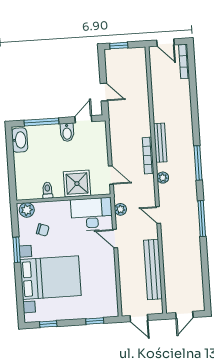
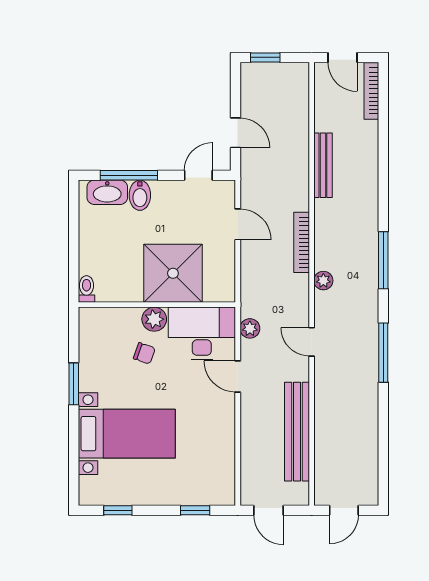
bidet: (67, 132) -> (140, 195), moved
washbasin: (20, 140) -> (107, 192), moved, turned 90
bench: (160, 143) -> (323, 165), moved
door: (111, 175) -> (238, 224), moved
shower: (77, 184) -> (173, 273), width x1.37, depth x1.37
toilet: (47, 190) -> (87, 289), moved
plant: (27, 210) -> (154, 319), moved
chair: (43, 230) -> (144, 353), moved
bed with nightstands: (51, 278) -> (127, 434), width x0.73

